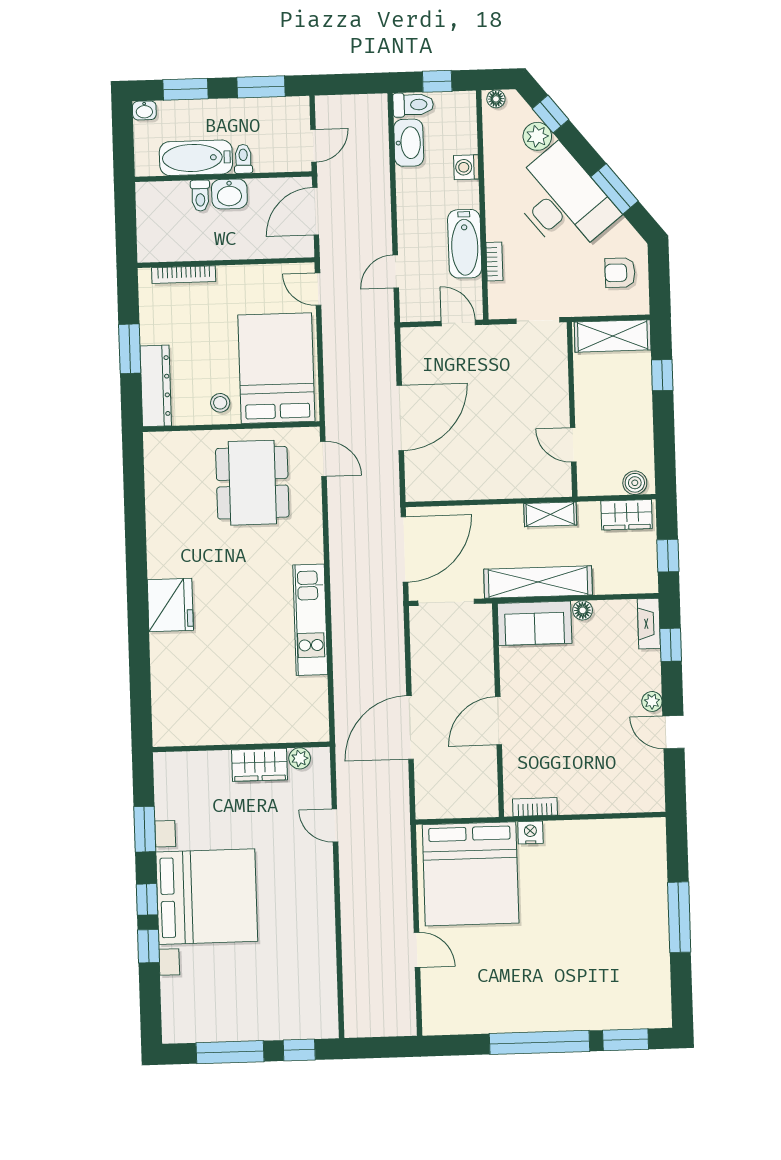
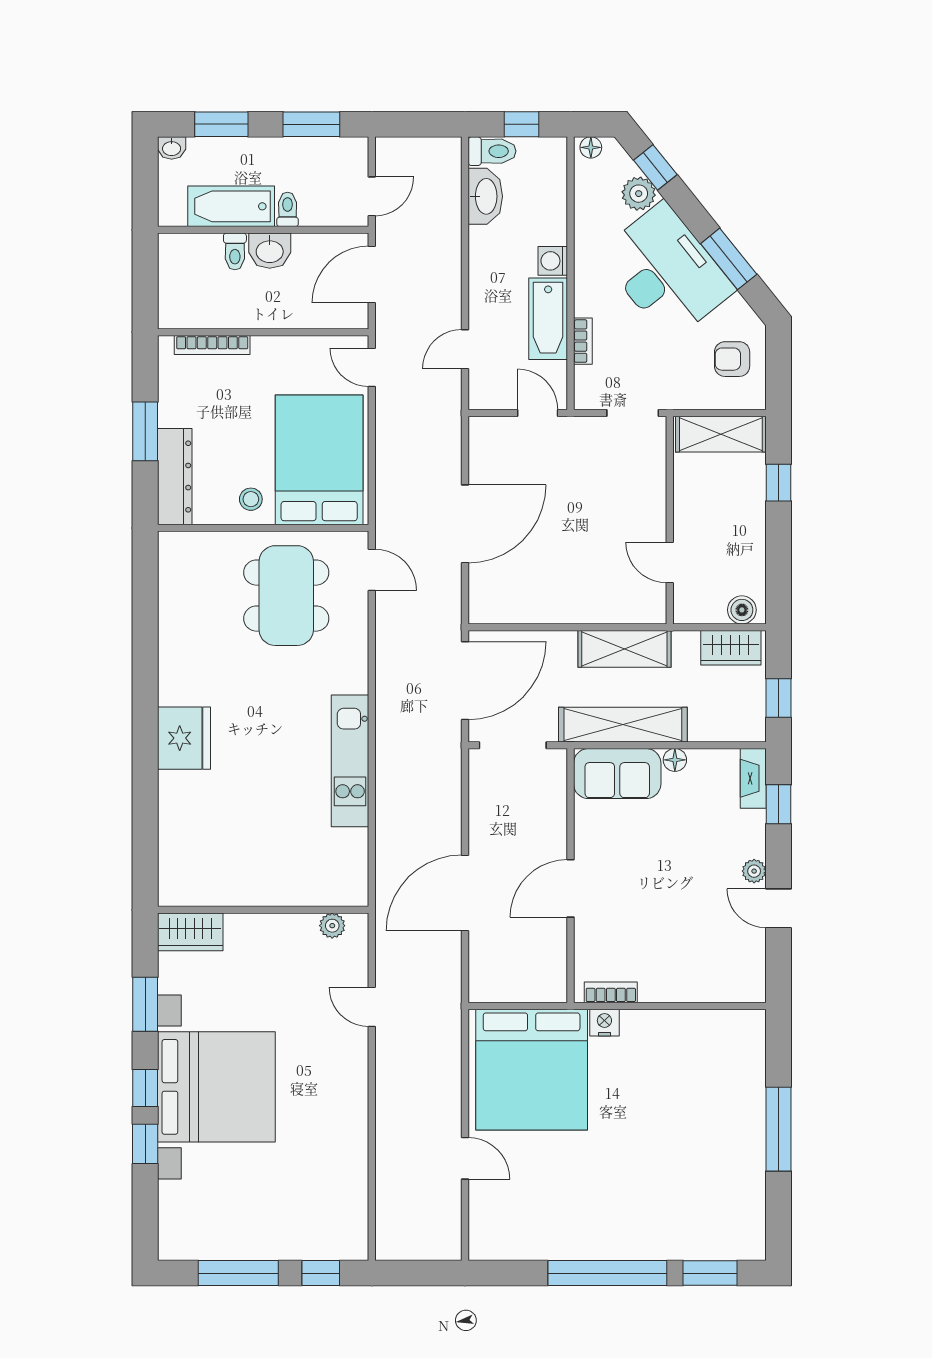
washing machine: (466, 167) -> (553, 261), moved
shelving: (550, 514) -> (624, 649), width x1.50, depth x1.33
wardrobe: (260, 765) -> (190, 932), moved

